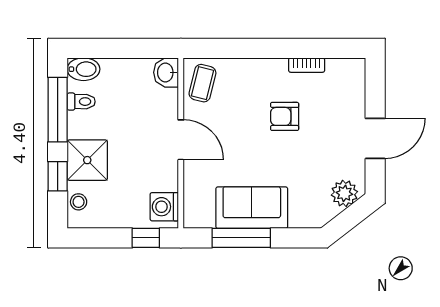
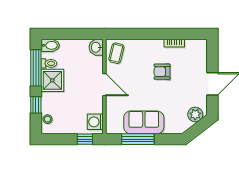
shower: (87, 160) -> (52, 80), moved

